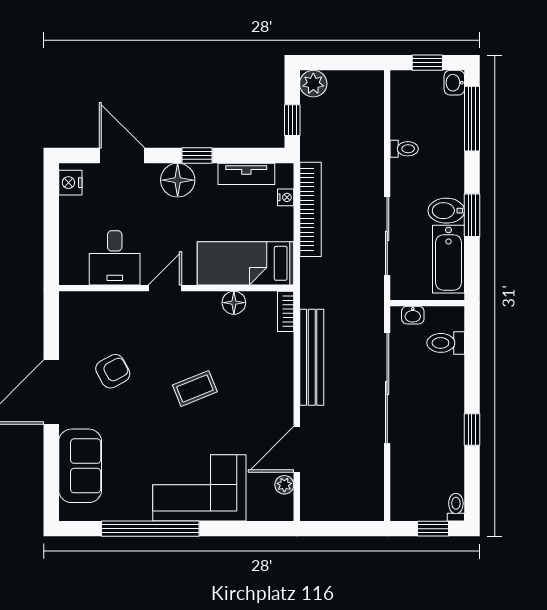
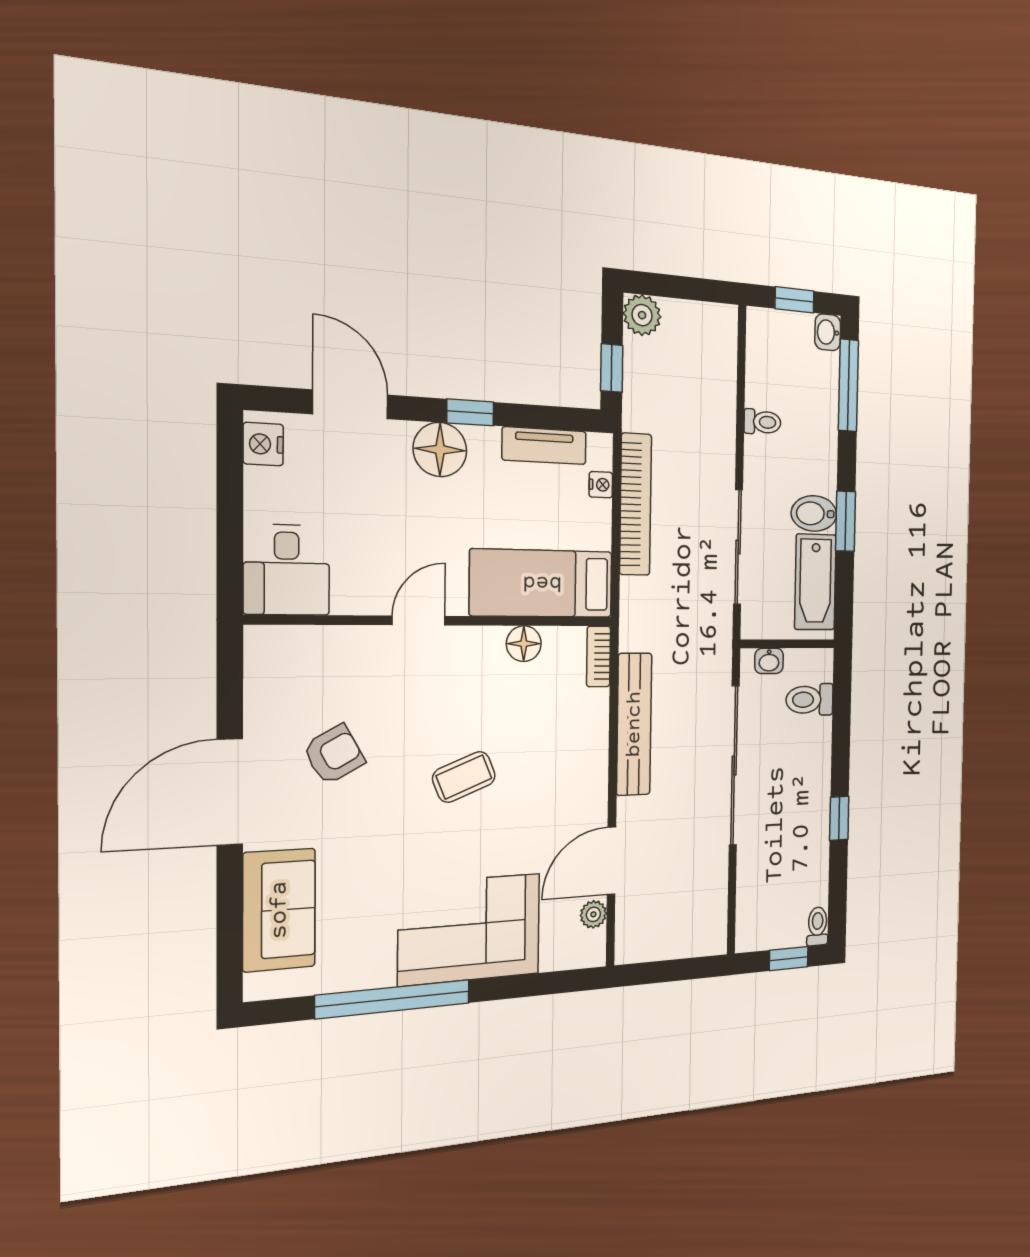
desk: (115, 258) -> (287, 570), moved

